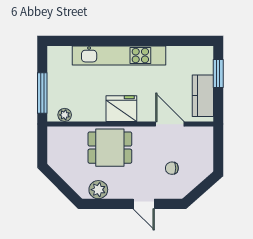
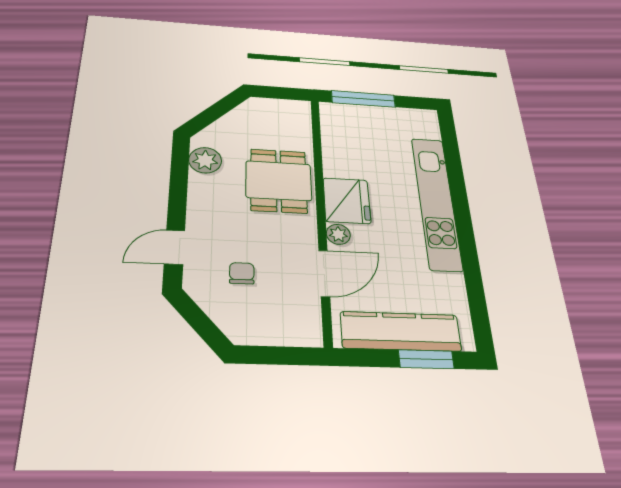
kitchen counter: (203, 96) -> (401, 331), width x1.50
plant: (65, 115) -> (338, 234), moved
door: (144, 204) -> (175, 247), moved

